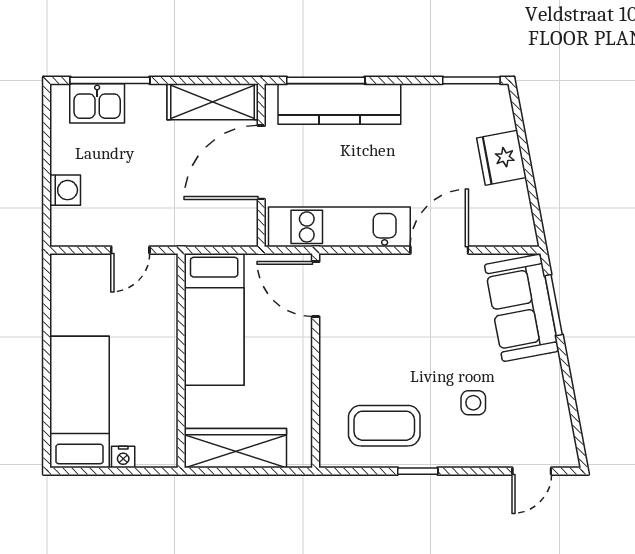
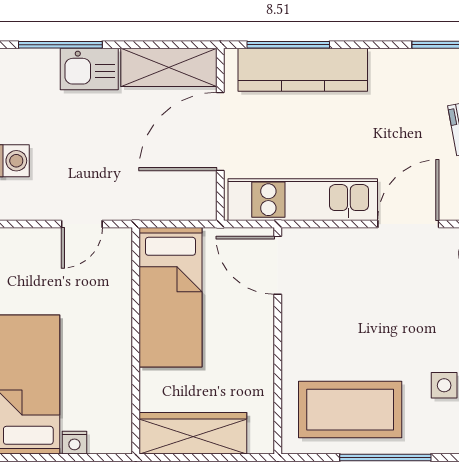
kitchen sink: (97, 103) -> (89, 69), moved
coffee table: (384, 426) -> (350, 410), width x1.36, depth x1.32
window: (418, 471) -> (385, 457), width x2.17

